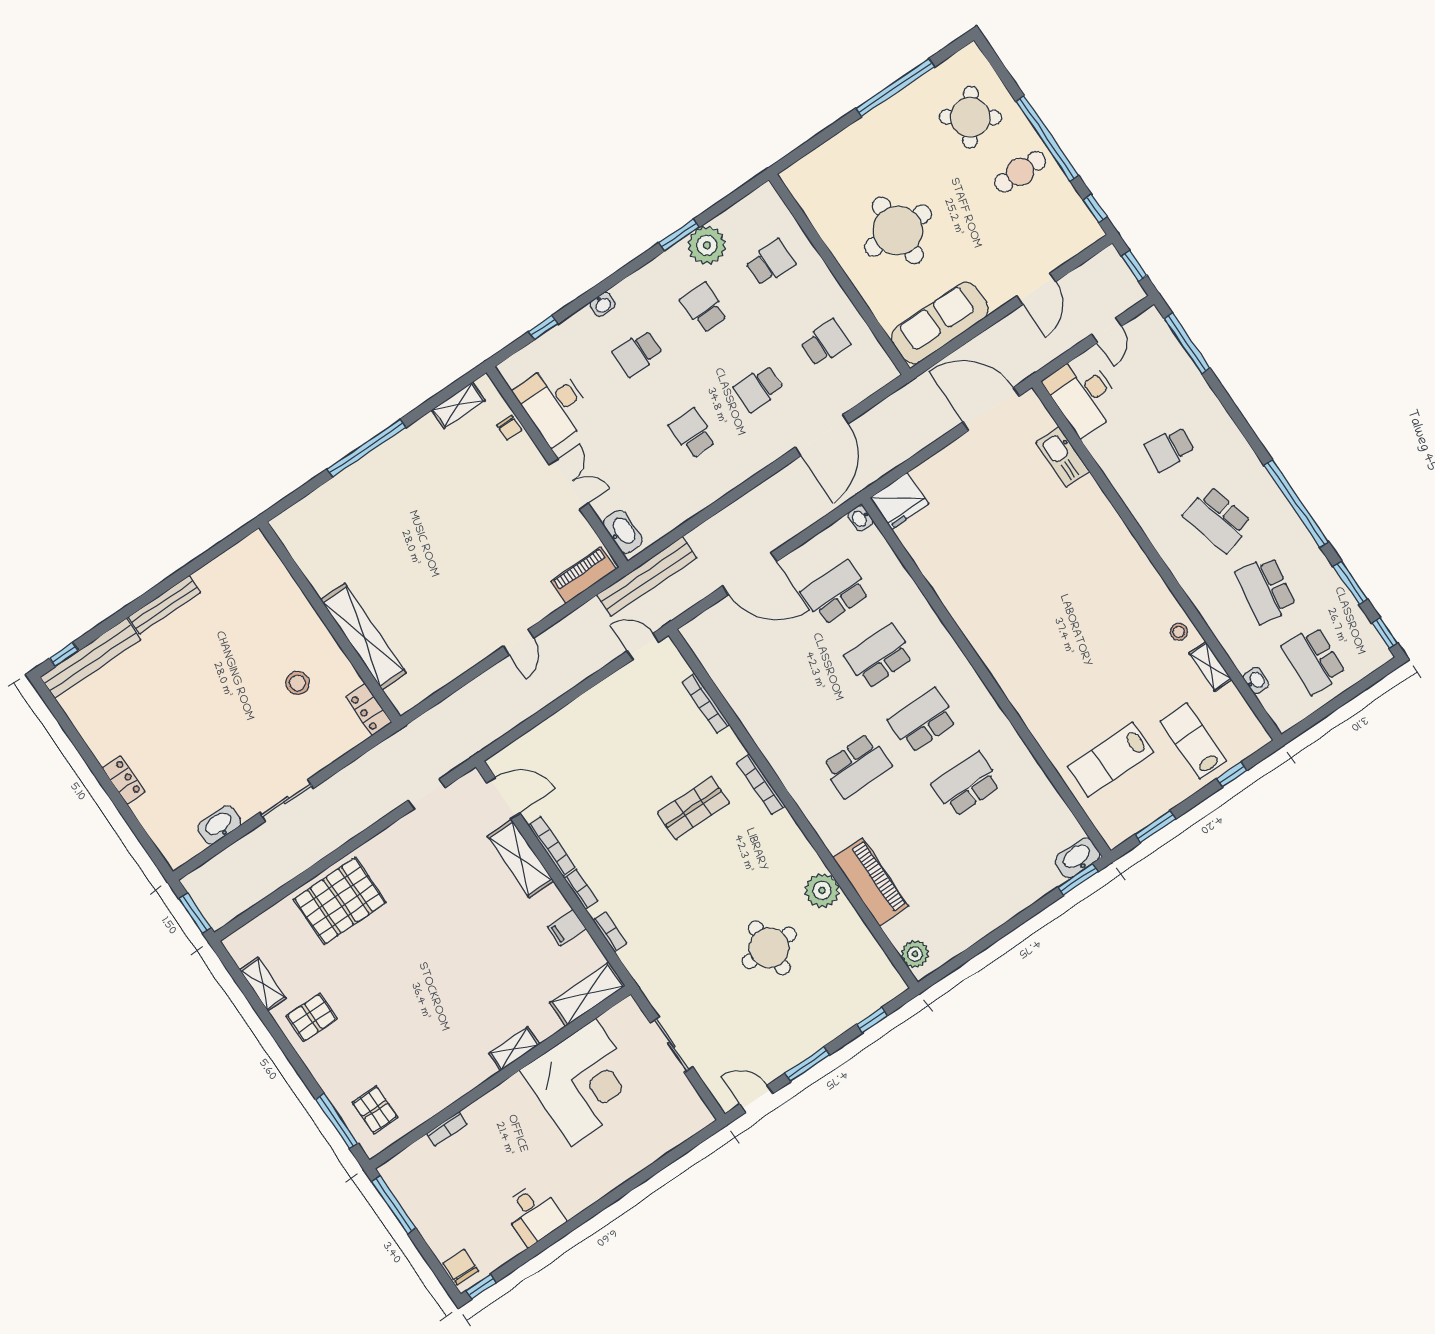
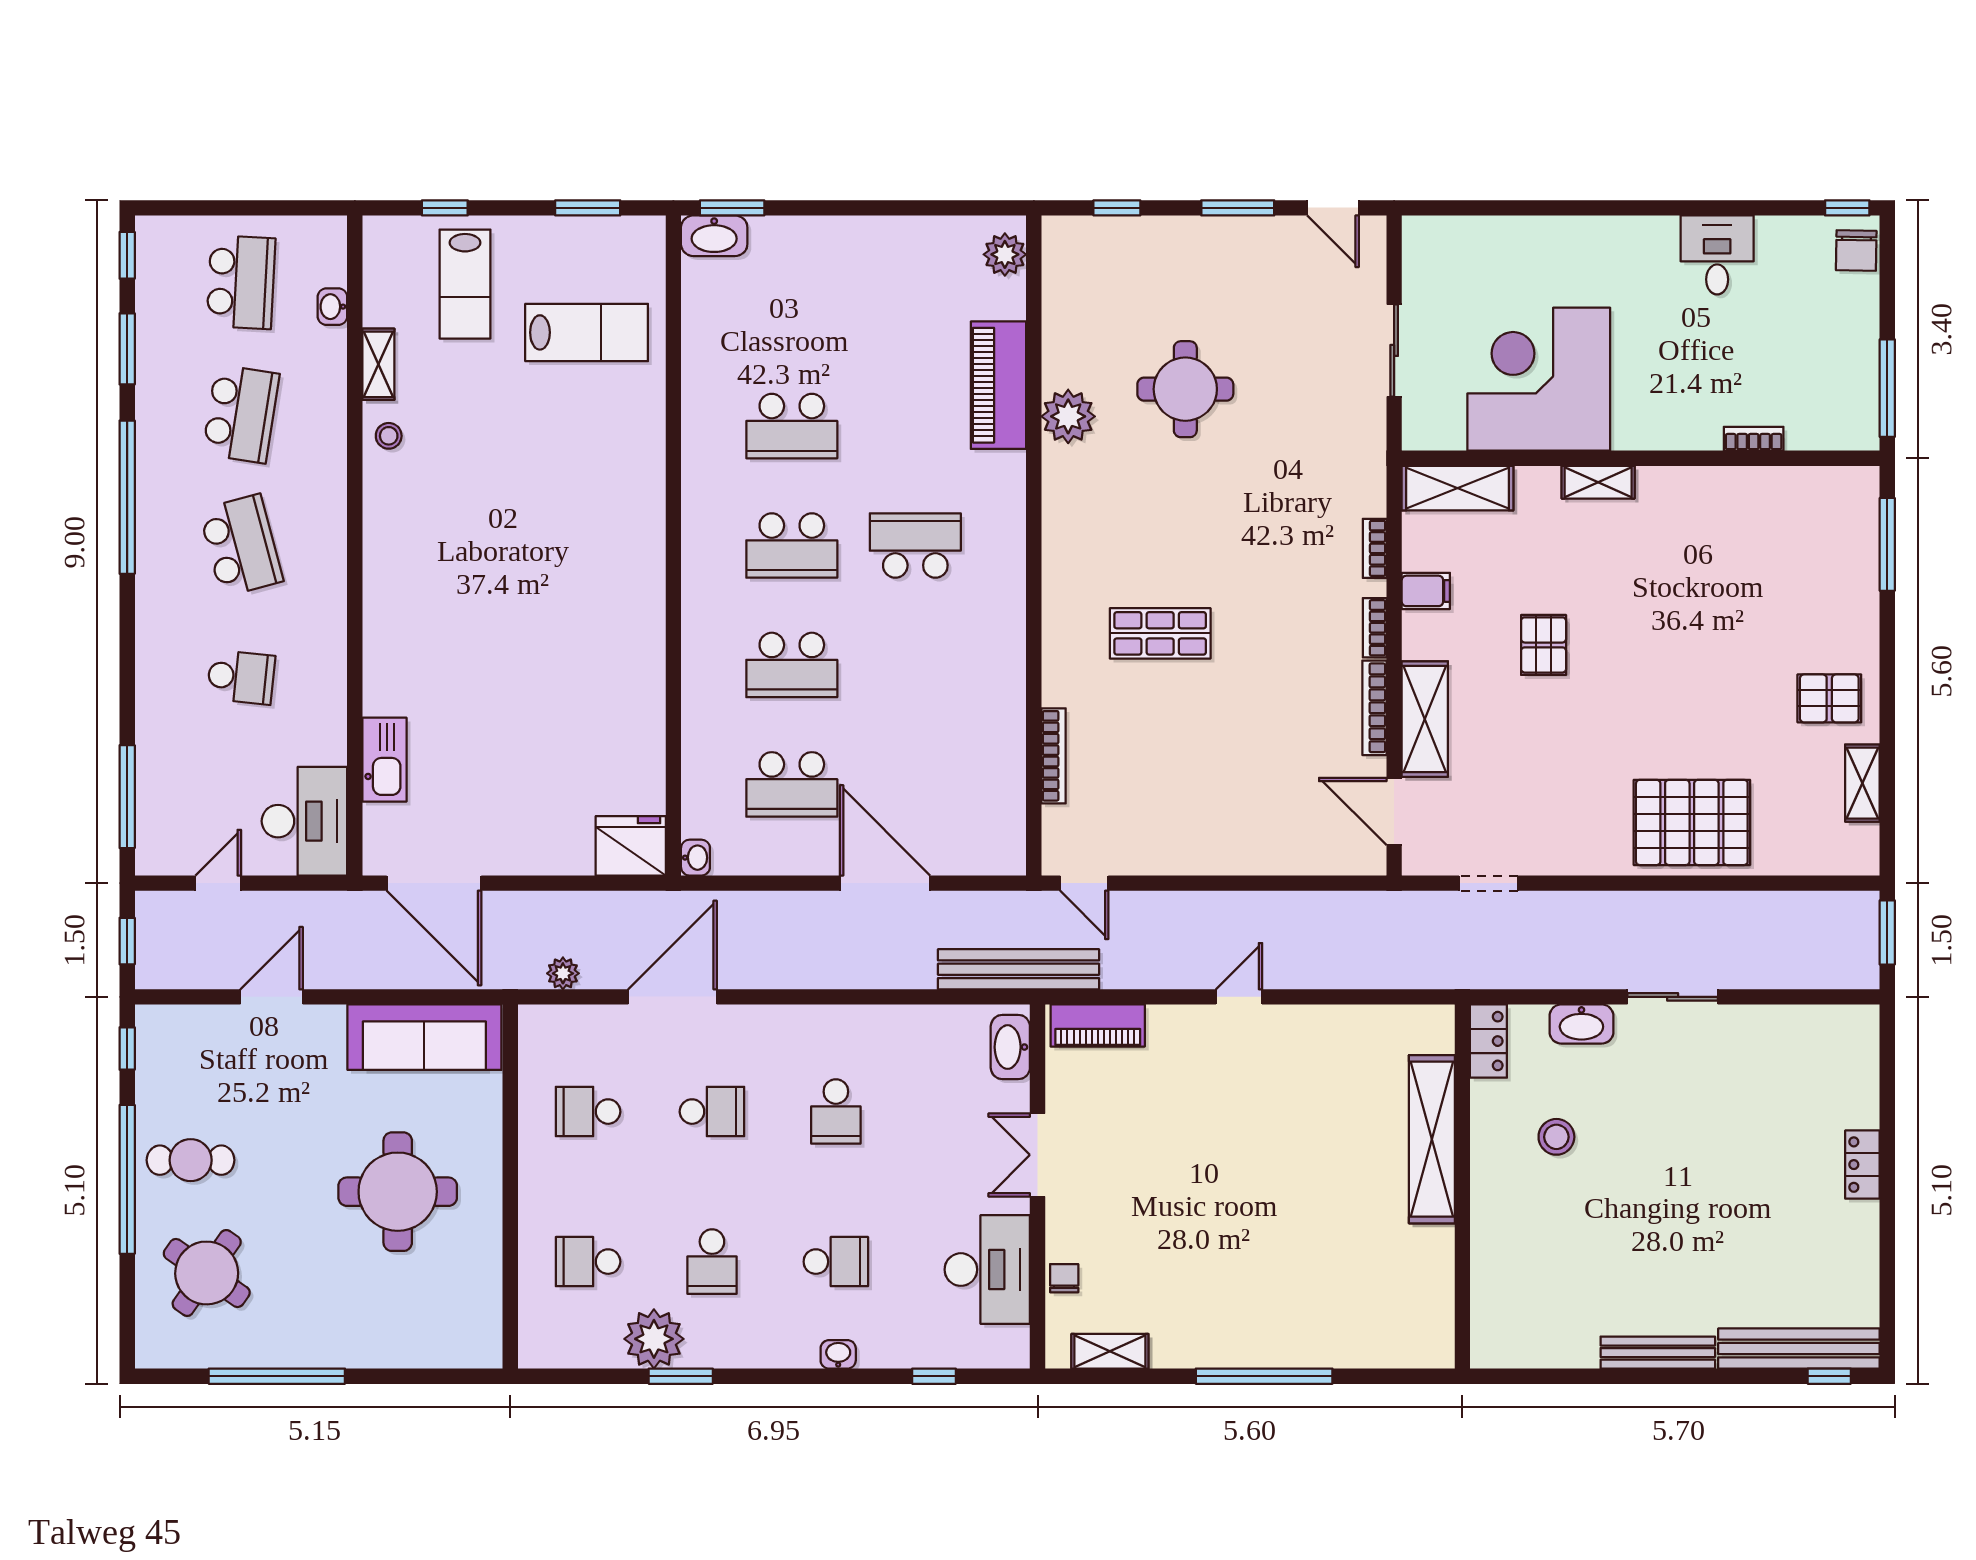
plant: (889, 408) -> (563, 973), added
bookcase: (761, 784) -> (1054, 605), removed
washbasin: (219, 825) -> (1581, 1024), moved
pallet: (375, 1110) -> (1544, 645), moved

